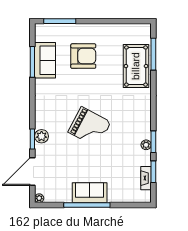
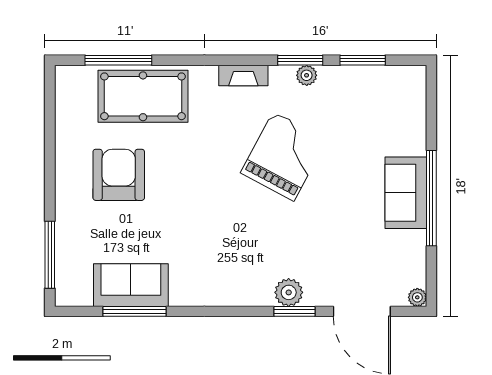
armchair: (83, 56) -> (119, 175), moved
grand piano: (89, 127) -> (284, 156), moved
fireplace: (146, 178) -> (243, 75), moved

